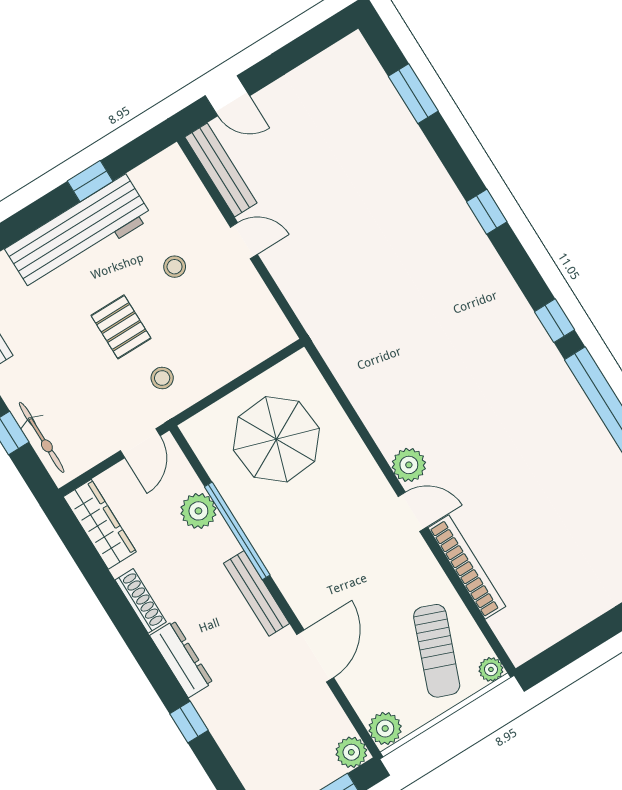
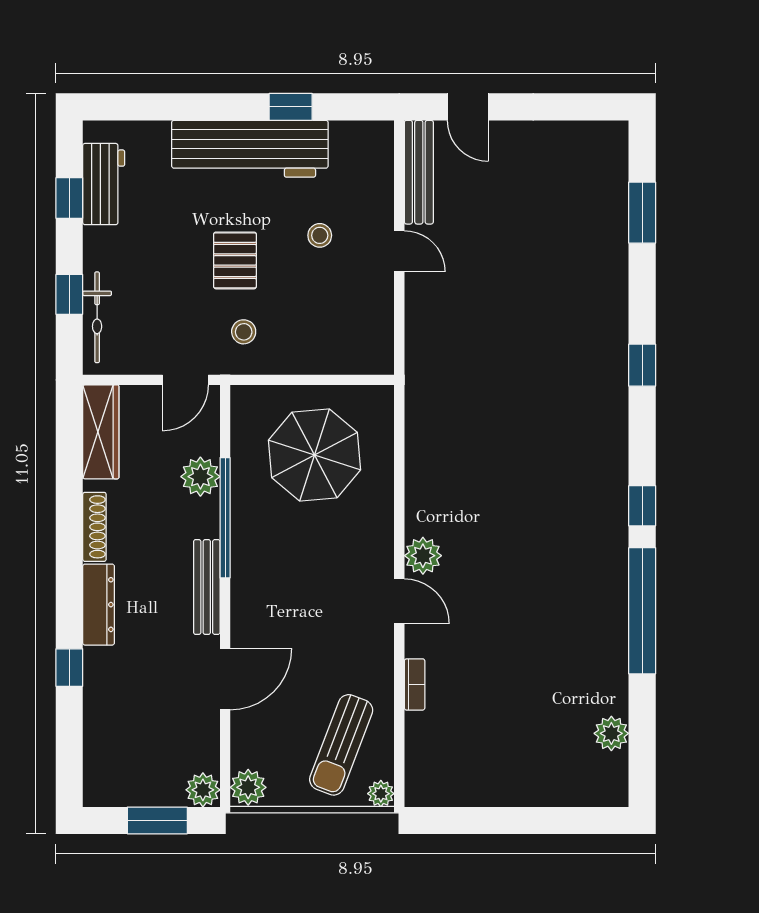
bookcase: (467, 567) -> (415, 684), width x0.43, depth x0.76

